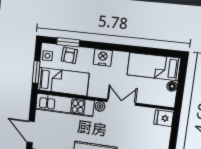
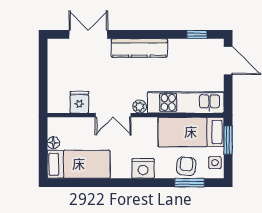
fridge: (164, 118) -> (79, 102), moved, turned -90

